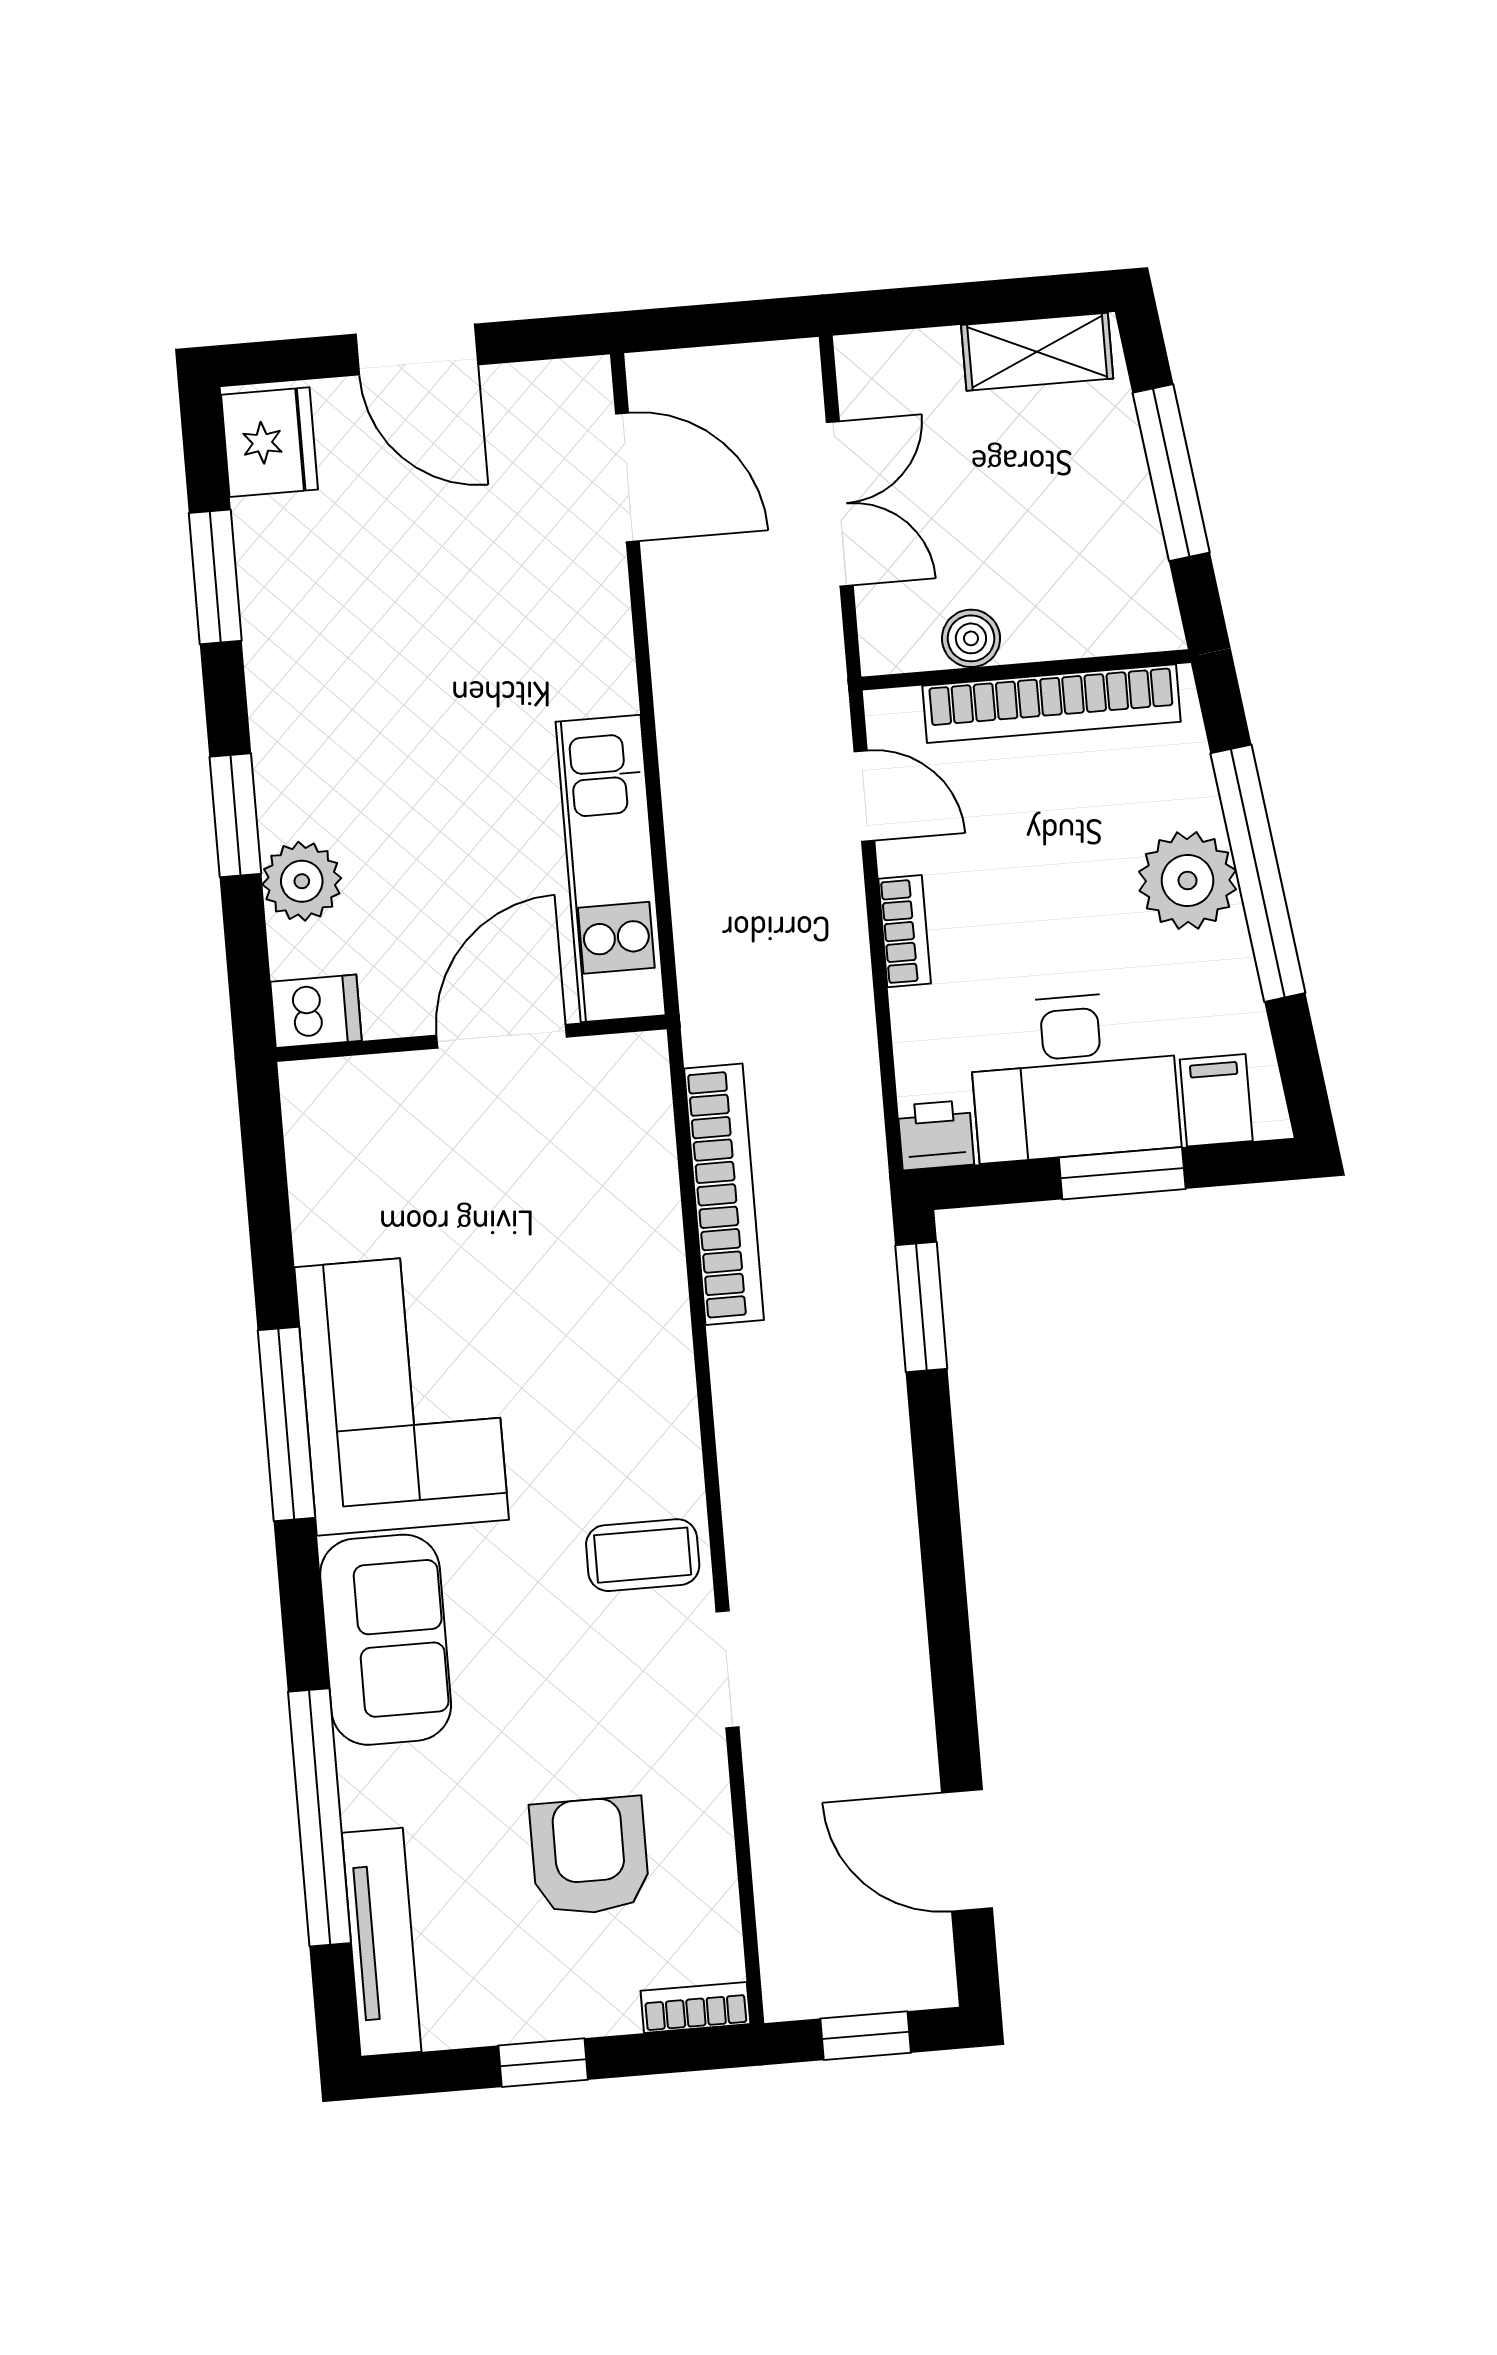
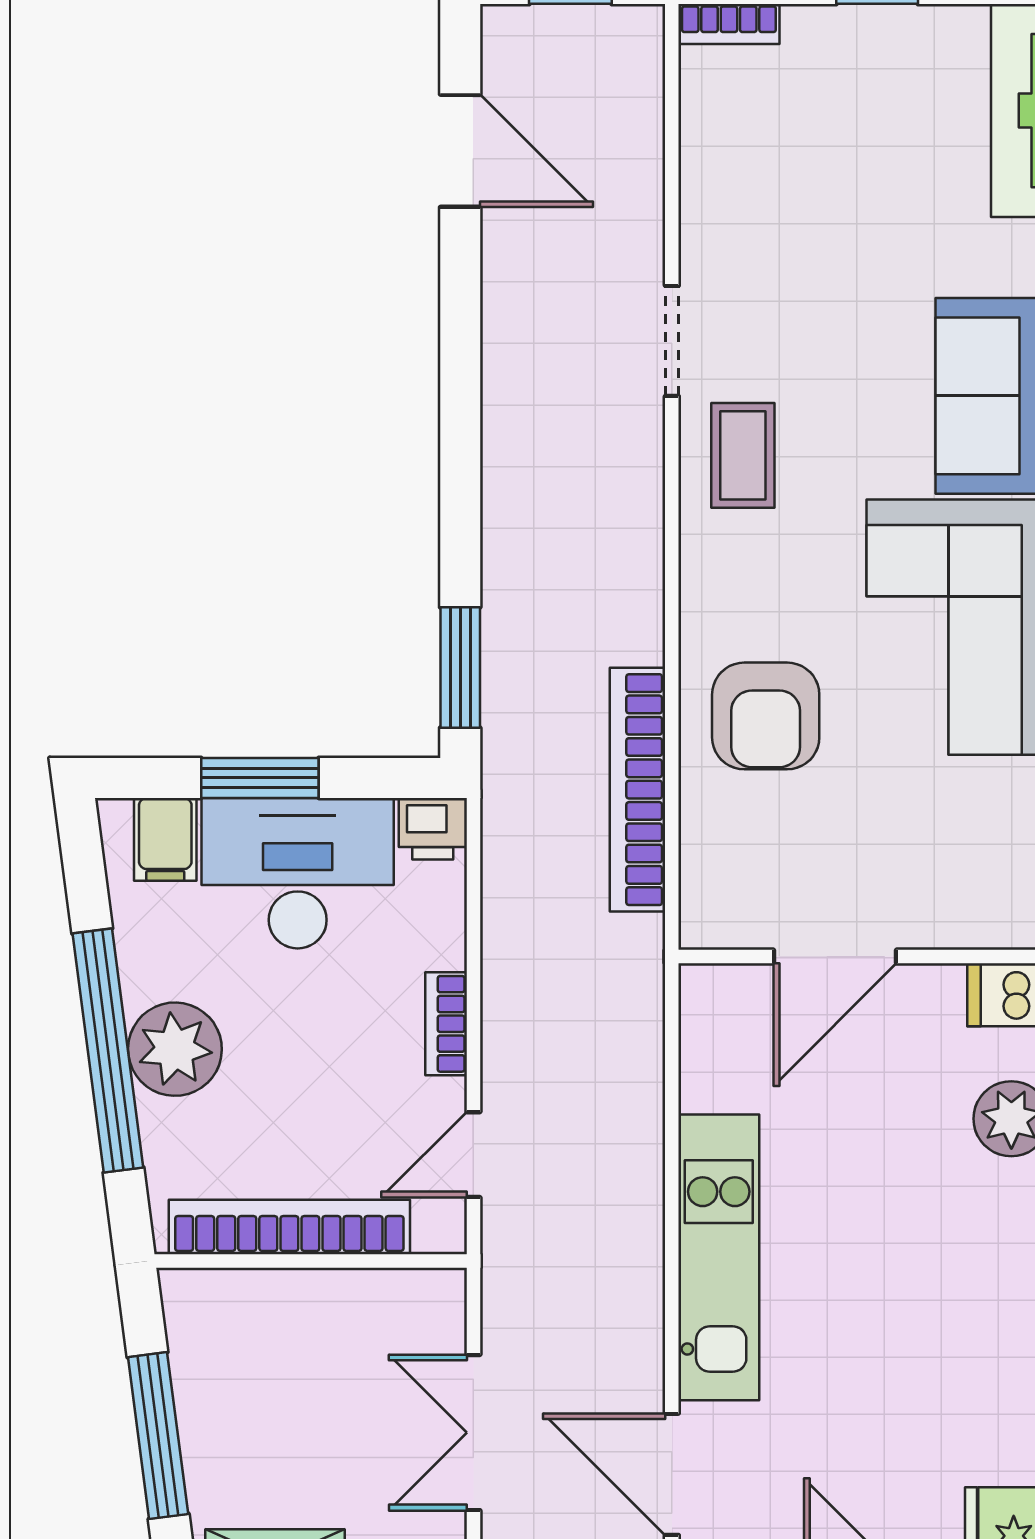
boiler: (971, 638) -> (360, 1295), removed
door: (864, 796) -> (473, 1155), hinge flipped
kitchen unit: (611, 869) -> (719, 1257), moved
coffee table: (643, 1555) -> (743, 455), turned 90
armchair: (590, 1856) -> (766, 716), moved

